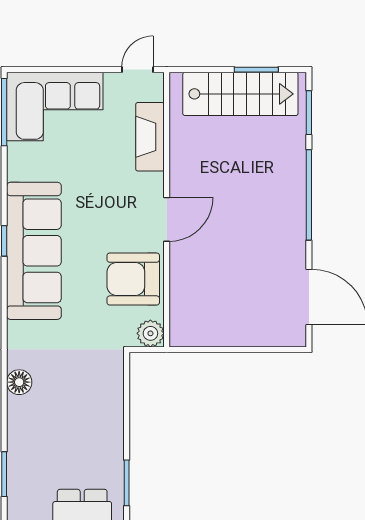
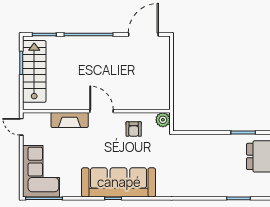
fireplace: (150, 137) -> (70, 120), moved
armchair: (133, 279) -> (134, 129), width x0.53, depth x0.53
floor lamp: (19, 382) -> (189, 190), removed

